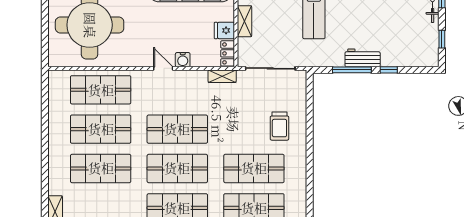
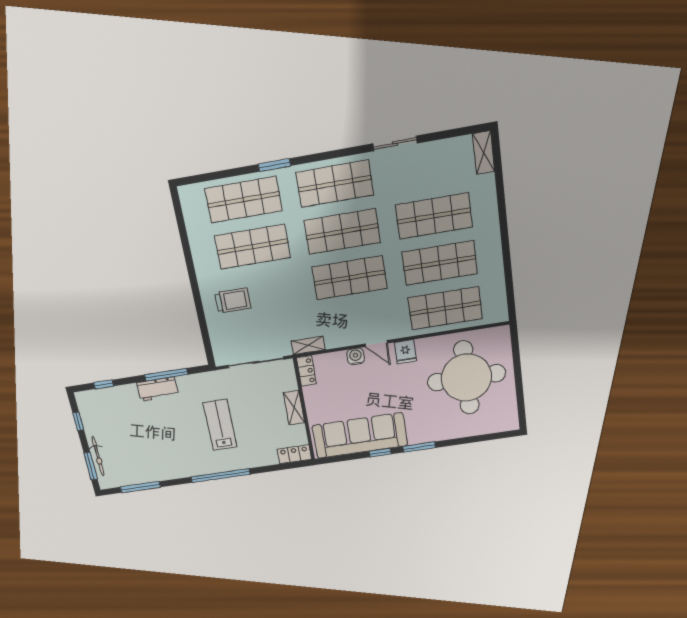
fridge: (224, 30) -> (405, 352), moved, turned 90
window: (389, 70) -> (104, 384), moved
trolley: (279, 126) -> (233, 300), turned 90

